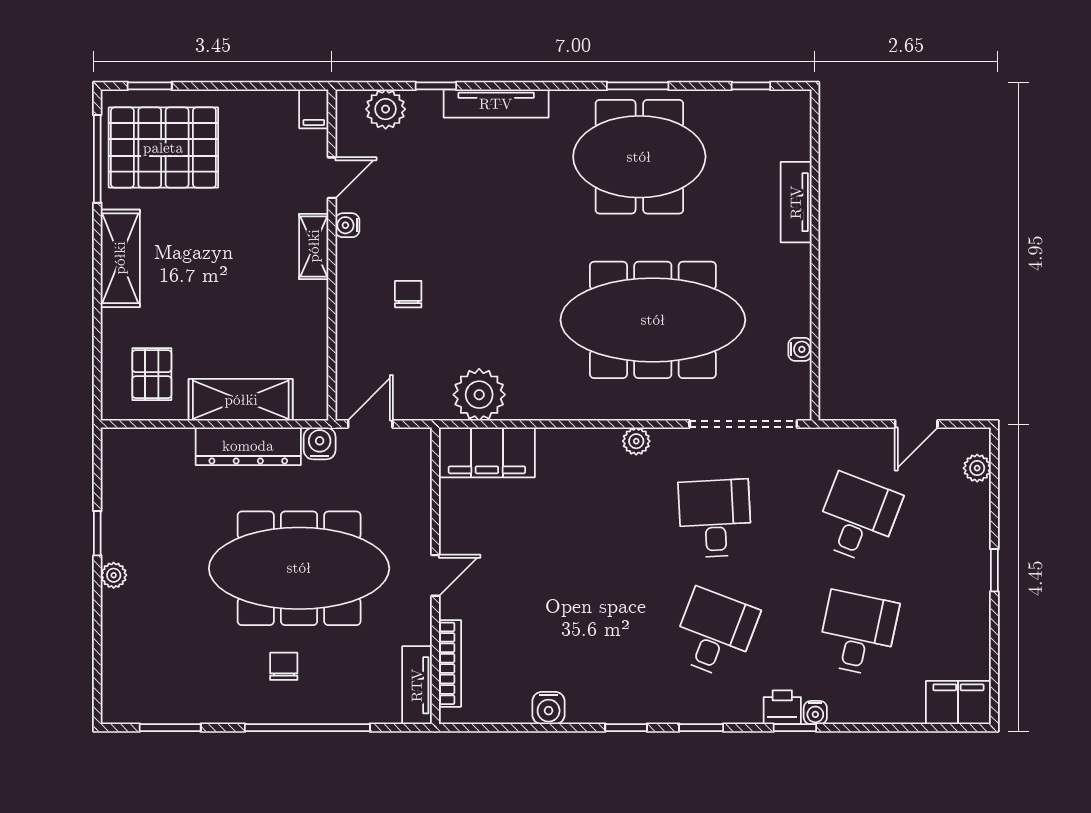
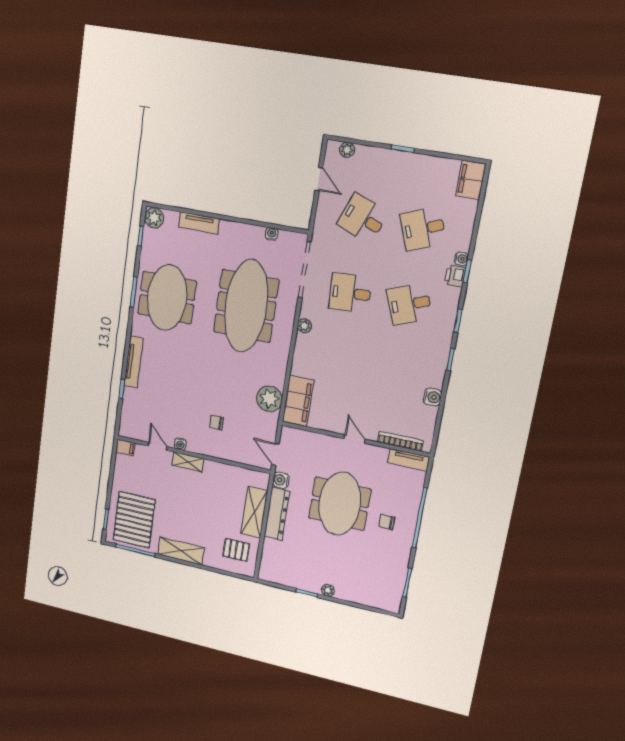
plant: (386, 109) -> (154, 218), moved
meeting table: (299, 568) -> (340, 504), width x0.73
desk: (715, 633) -> (409, 304), turned -42
desk: (858, 633) -> (423, 229), turned -33

